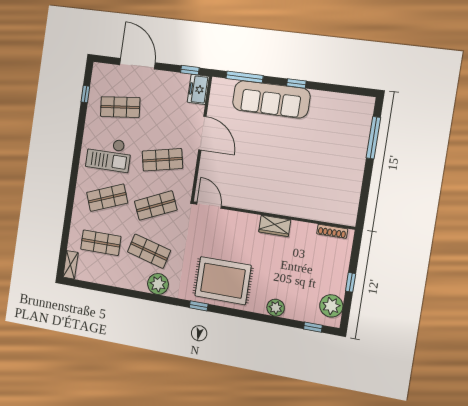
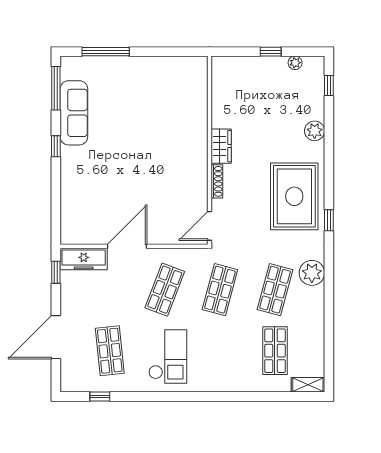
window: (245, 77) -> (56, 88), moved
freezer: (198, 89) -> (84, 259), width x1.40
sofa: (271, 99) -> (74, 113), moved, width x0.74, depth x0.79
shop shelf: (162, 160) -> (165, 290), turned 33
shop shelf: (107, 198) -> (220, 351), removed
shop shelf: (156, 206) -> (220, 290), turned 39
shoe rack: (332, 231) -> (217, 181), moved
plant: (331, 306) -> (295, 63), width x0.53, depth x0.53

